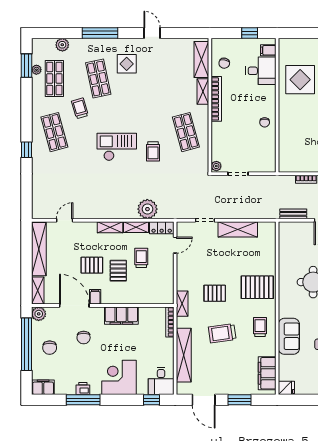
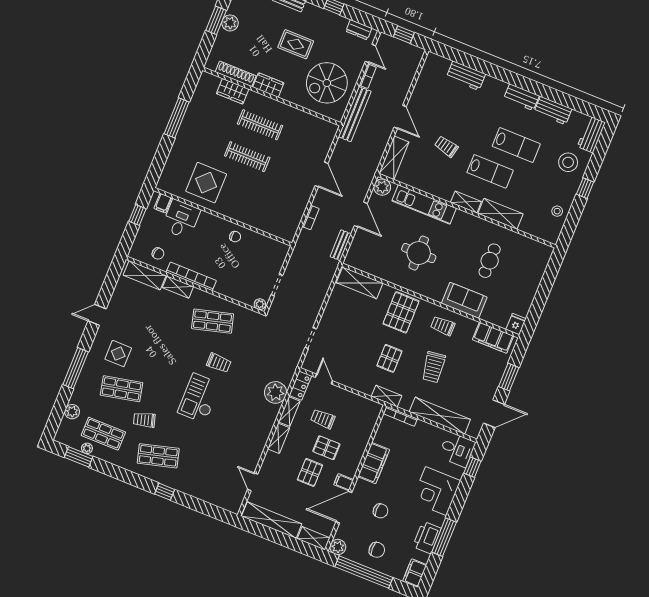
shelving: (238, 229) -> (360, 283), moved, turned 90
printer: (83, 388) -> (427, 538), width x1.87, depth x1.48

